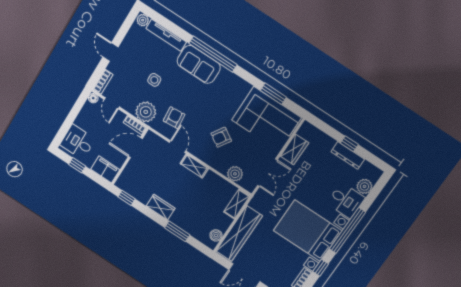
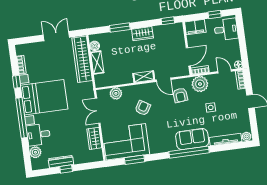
shelving: (237, 204) -> (97, 63), moved

